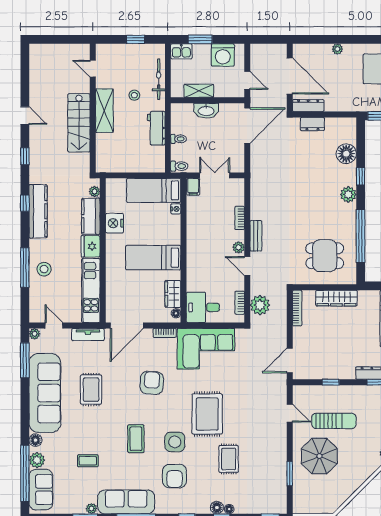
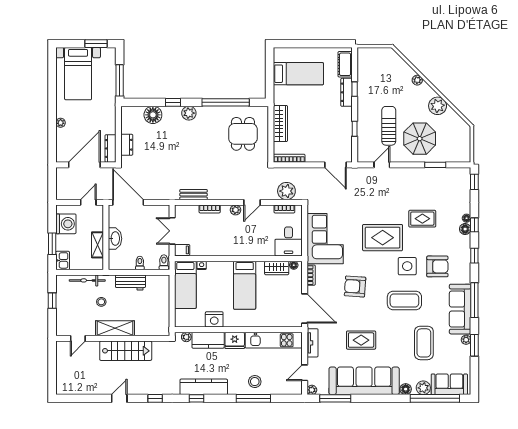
bench: (256, 236) -> (194, 195), moved
coffee table: (136, 439) -> (404, 300), width x1.36, depth x1.32
coffee table: (88, 461) -> (424, 343), width x1.86, depth x1.72
plant: (357, 476) -> (438, 106), added

